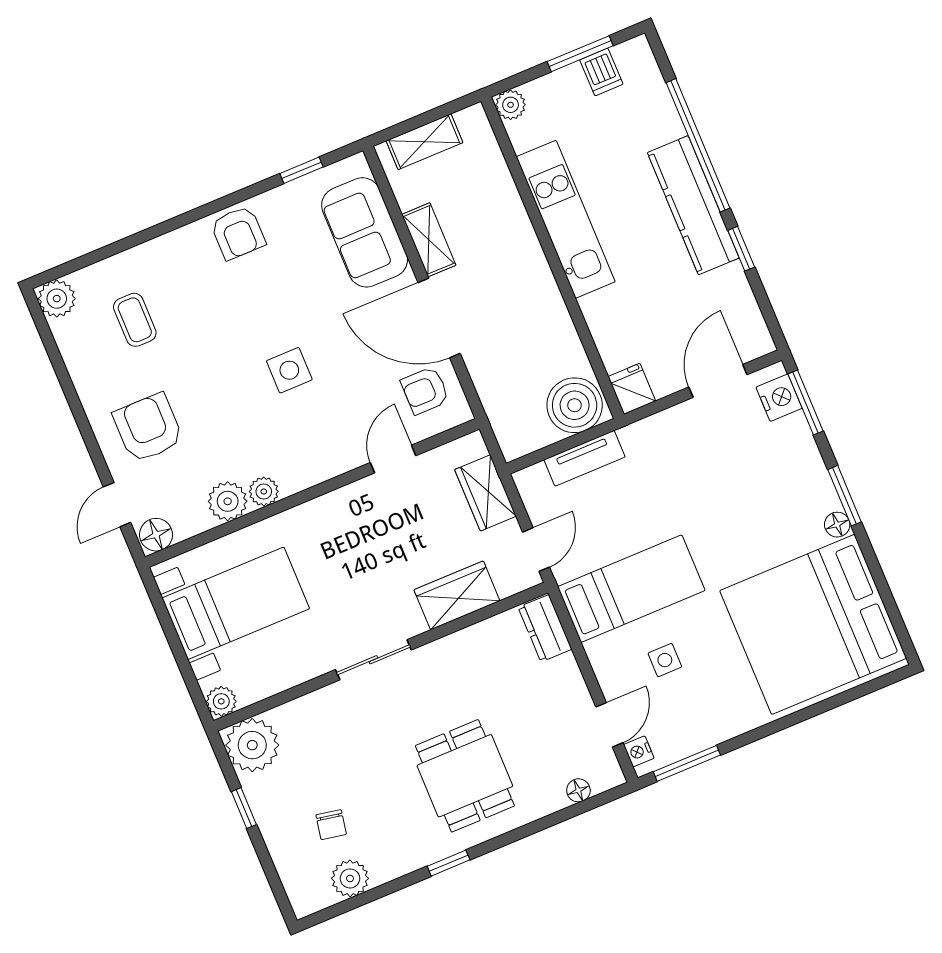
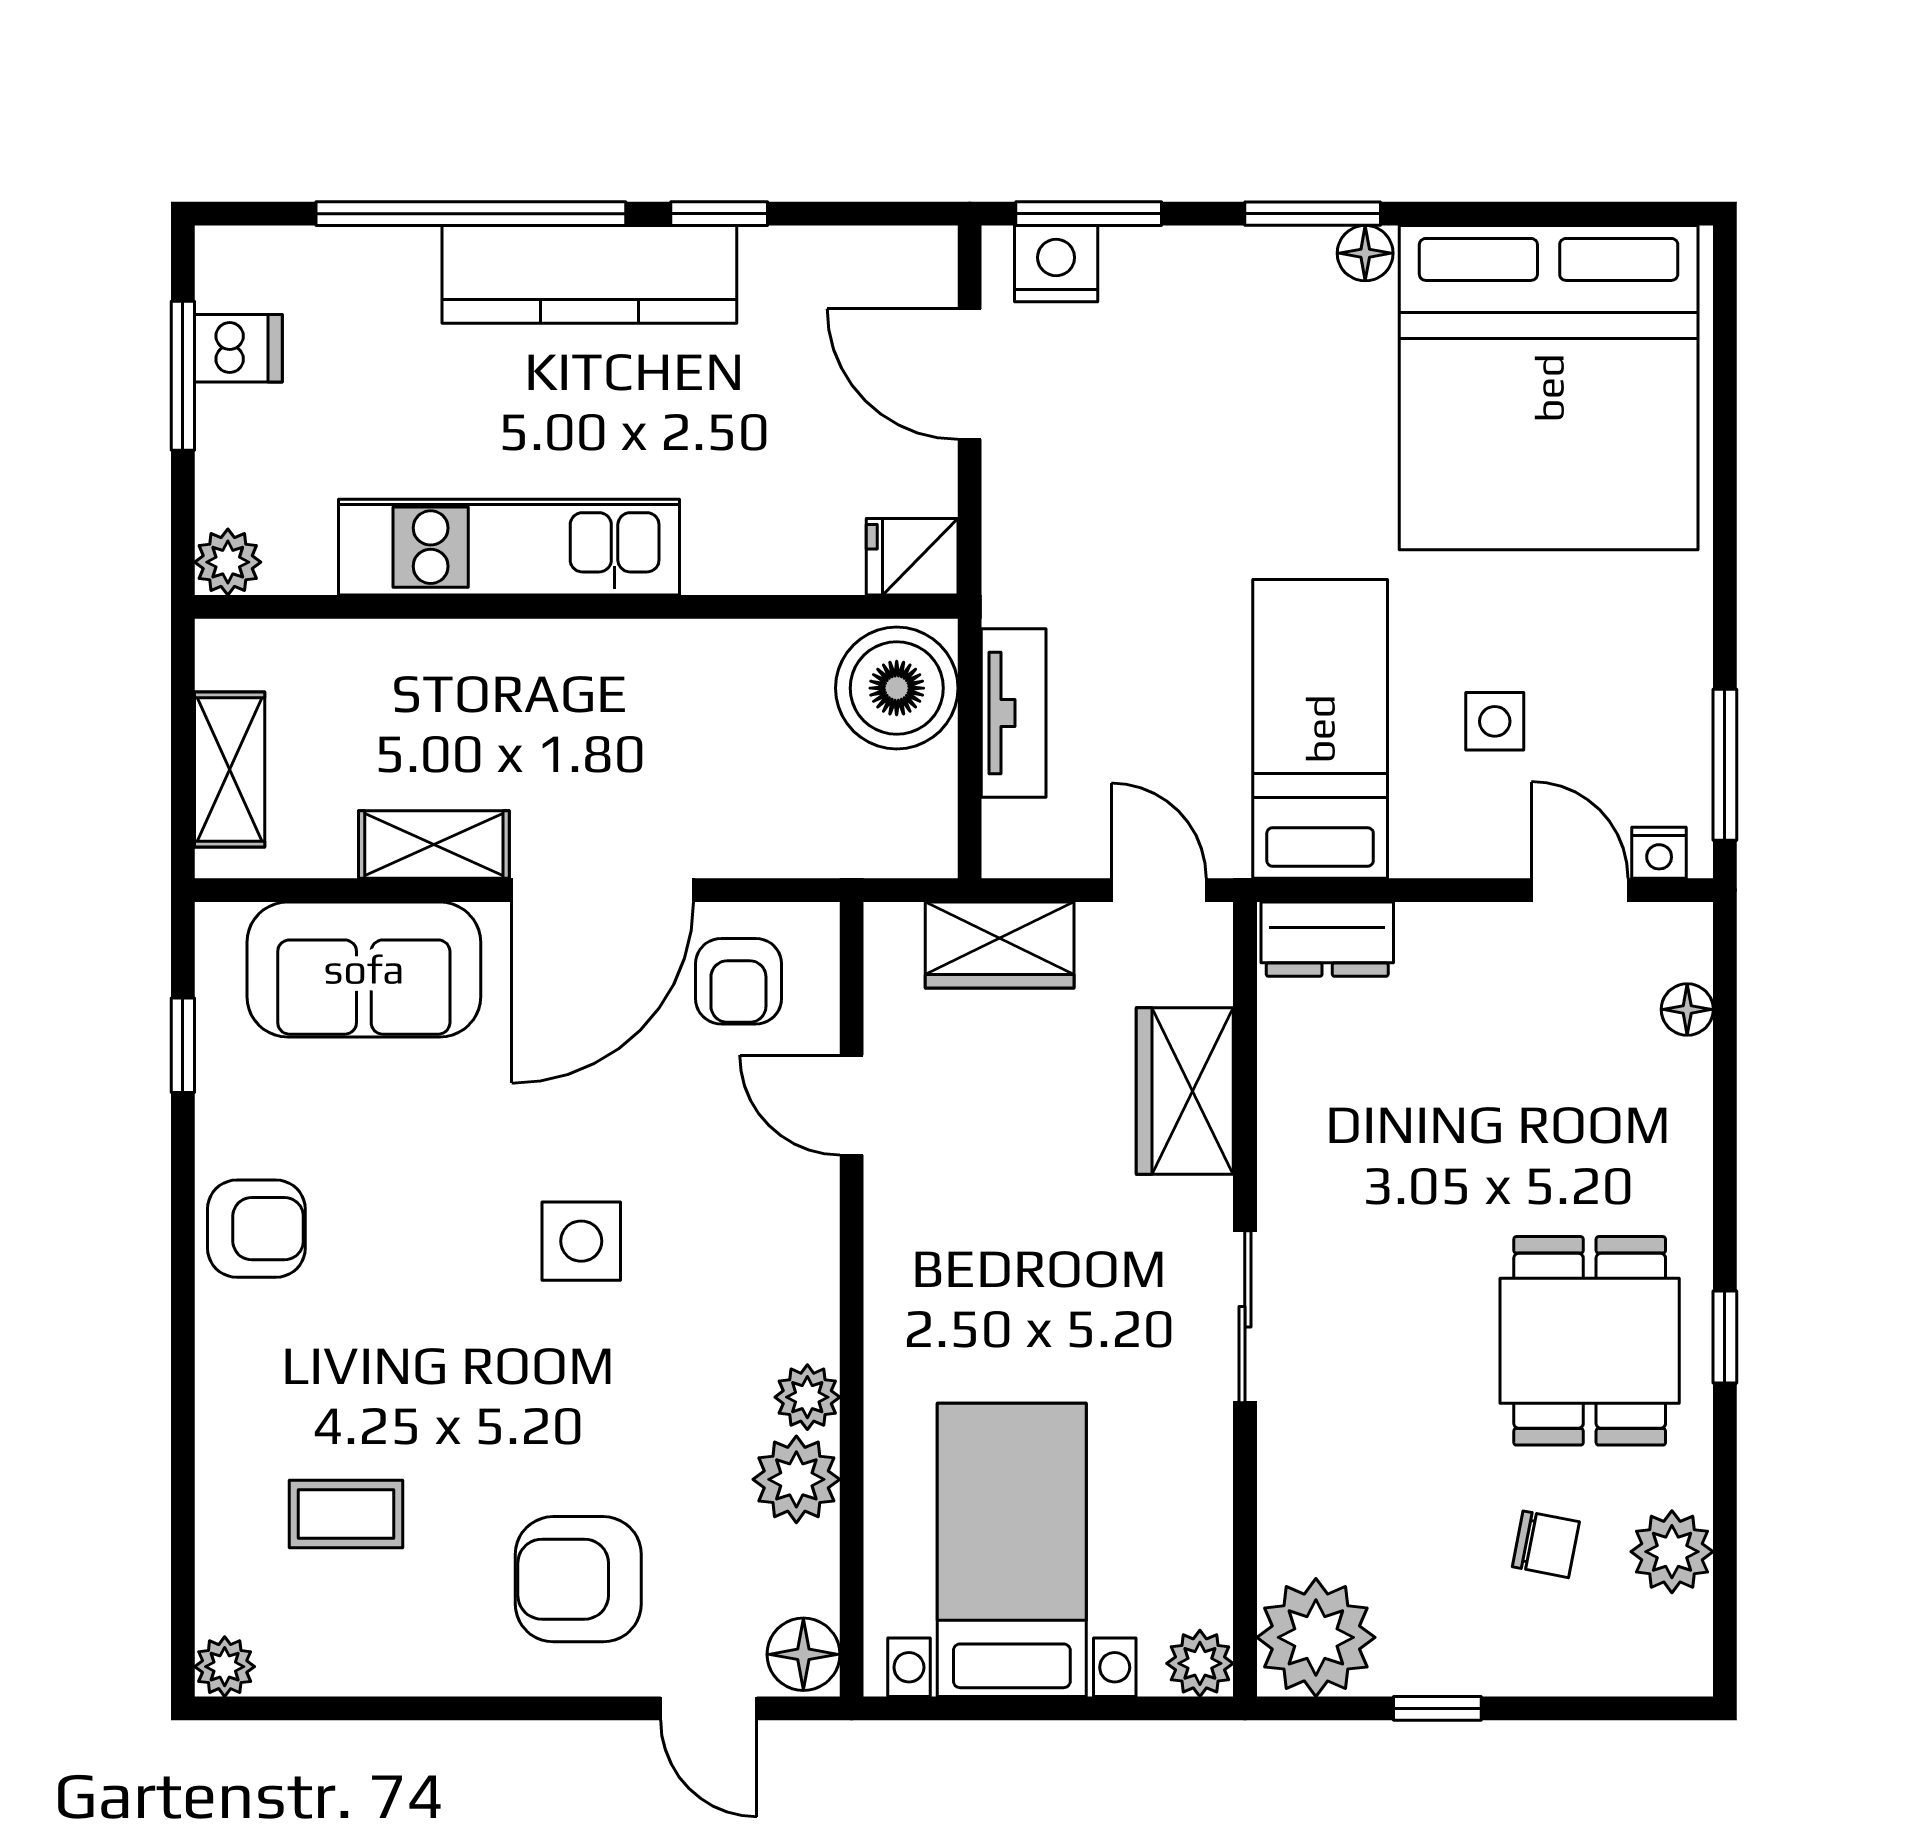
plant: (57, 299) -> (225, 1667), width x0.73, depth x0.73
dining table: (465, 776) -> (1590, 1341), moved, turned 90

